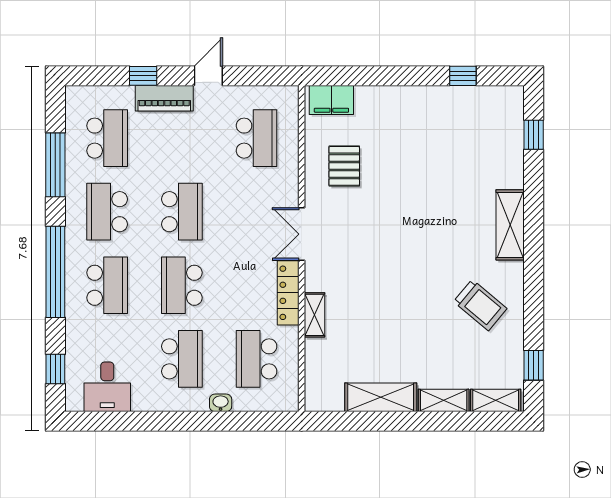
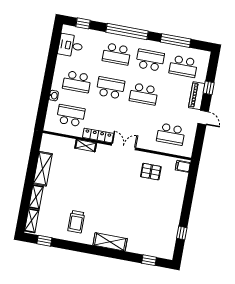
filing cabinet: (331, 100) -> (183, 166), width x0.50
trolley: (480, 305) -> (76, 222), turned -40

